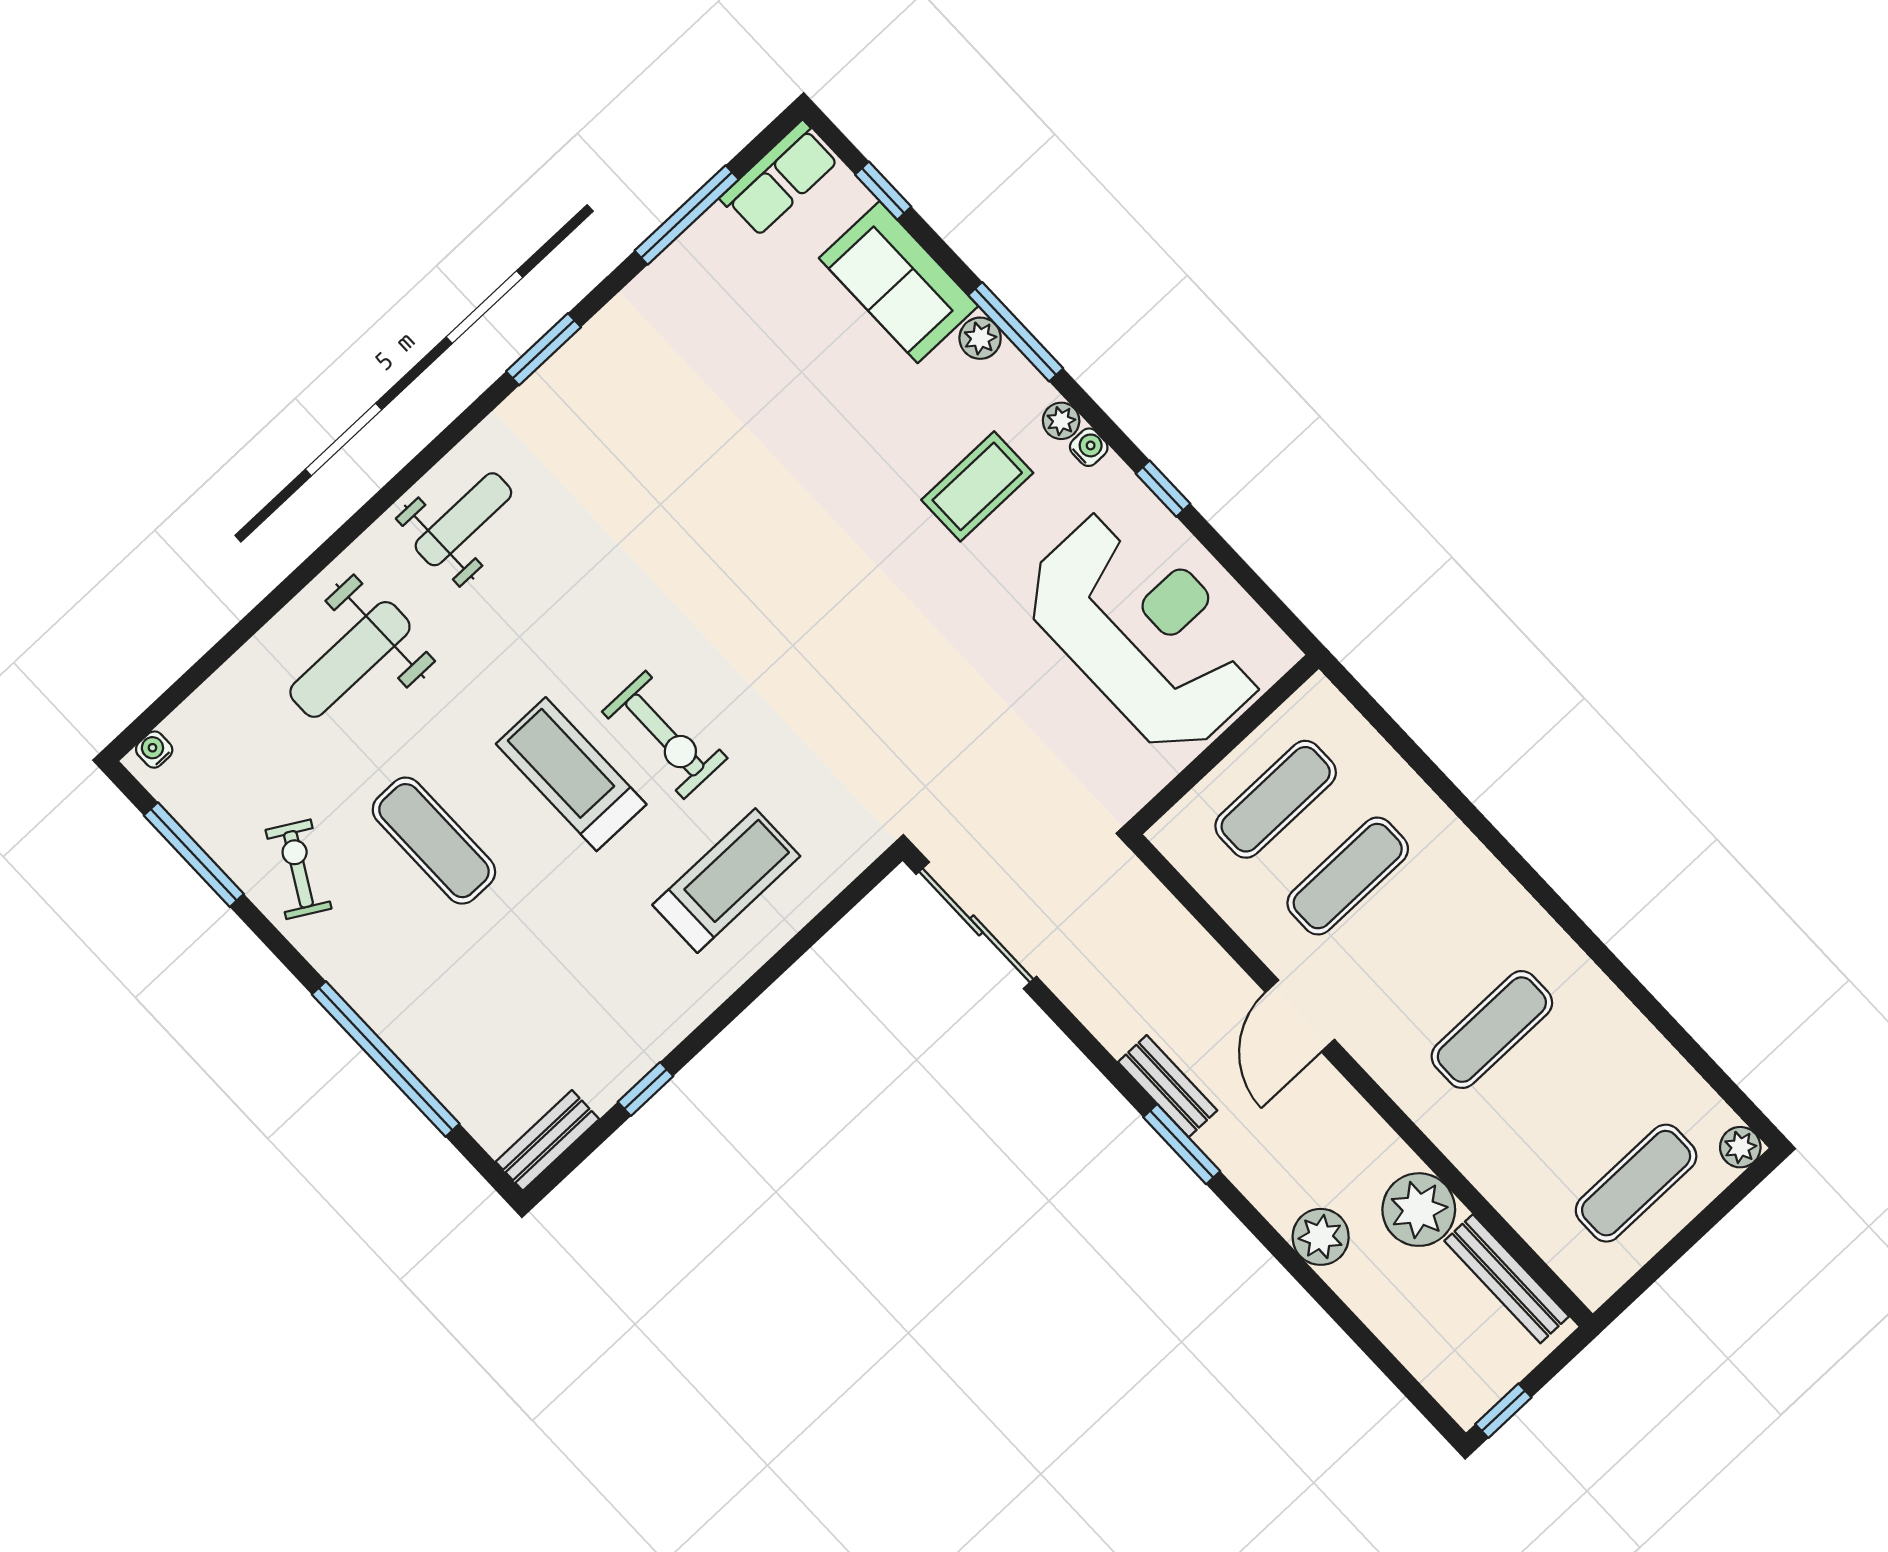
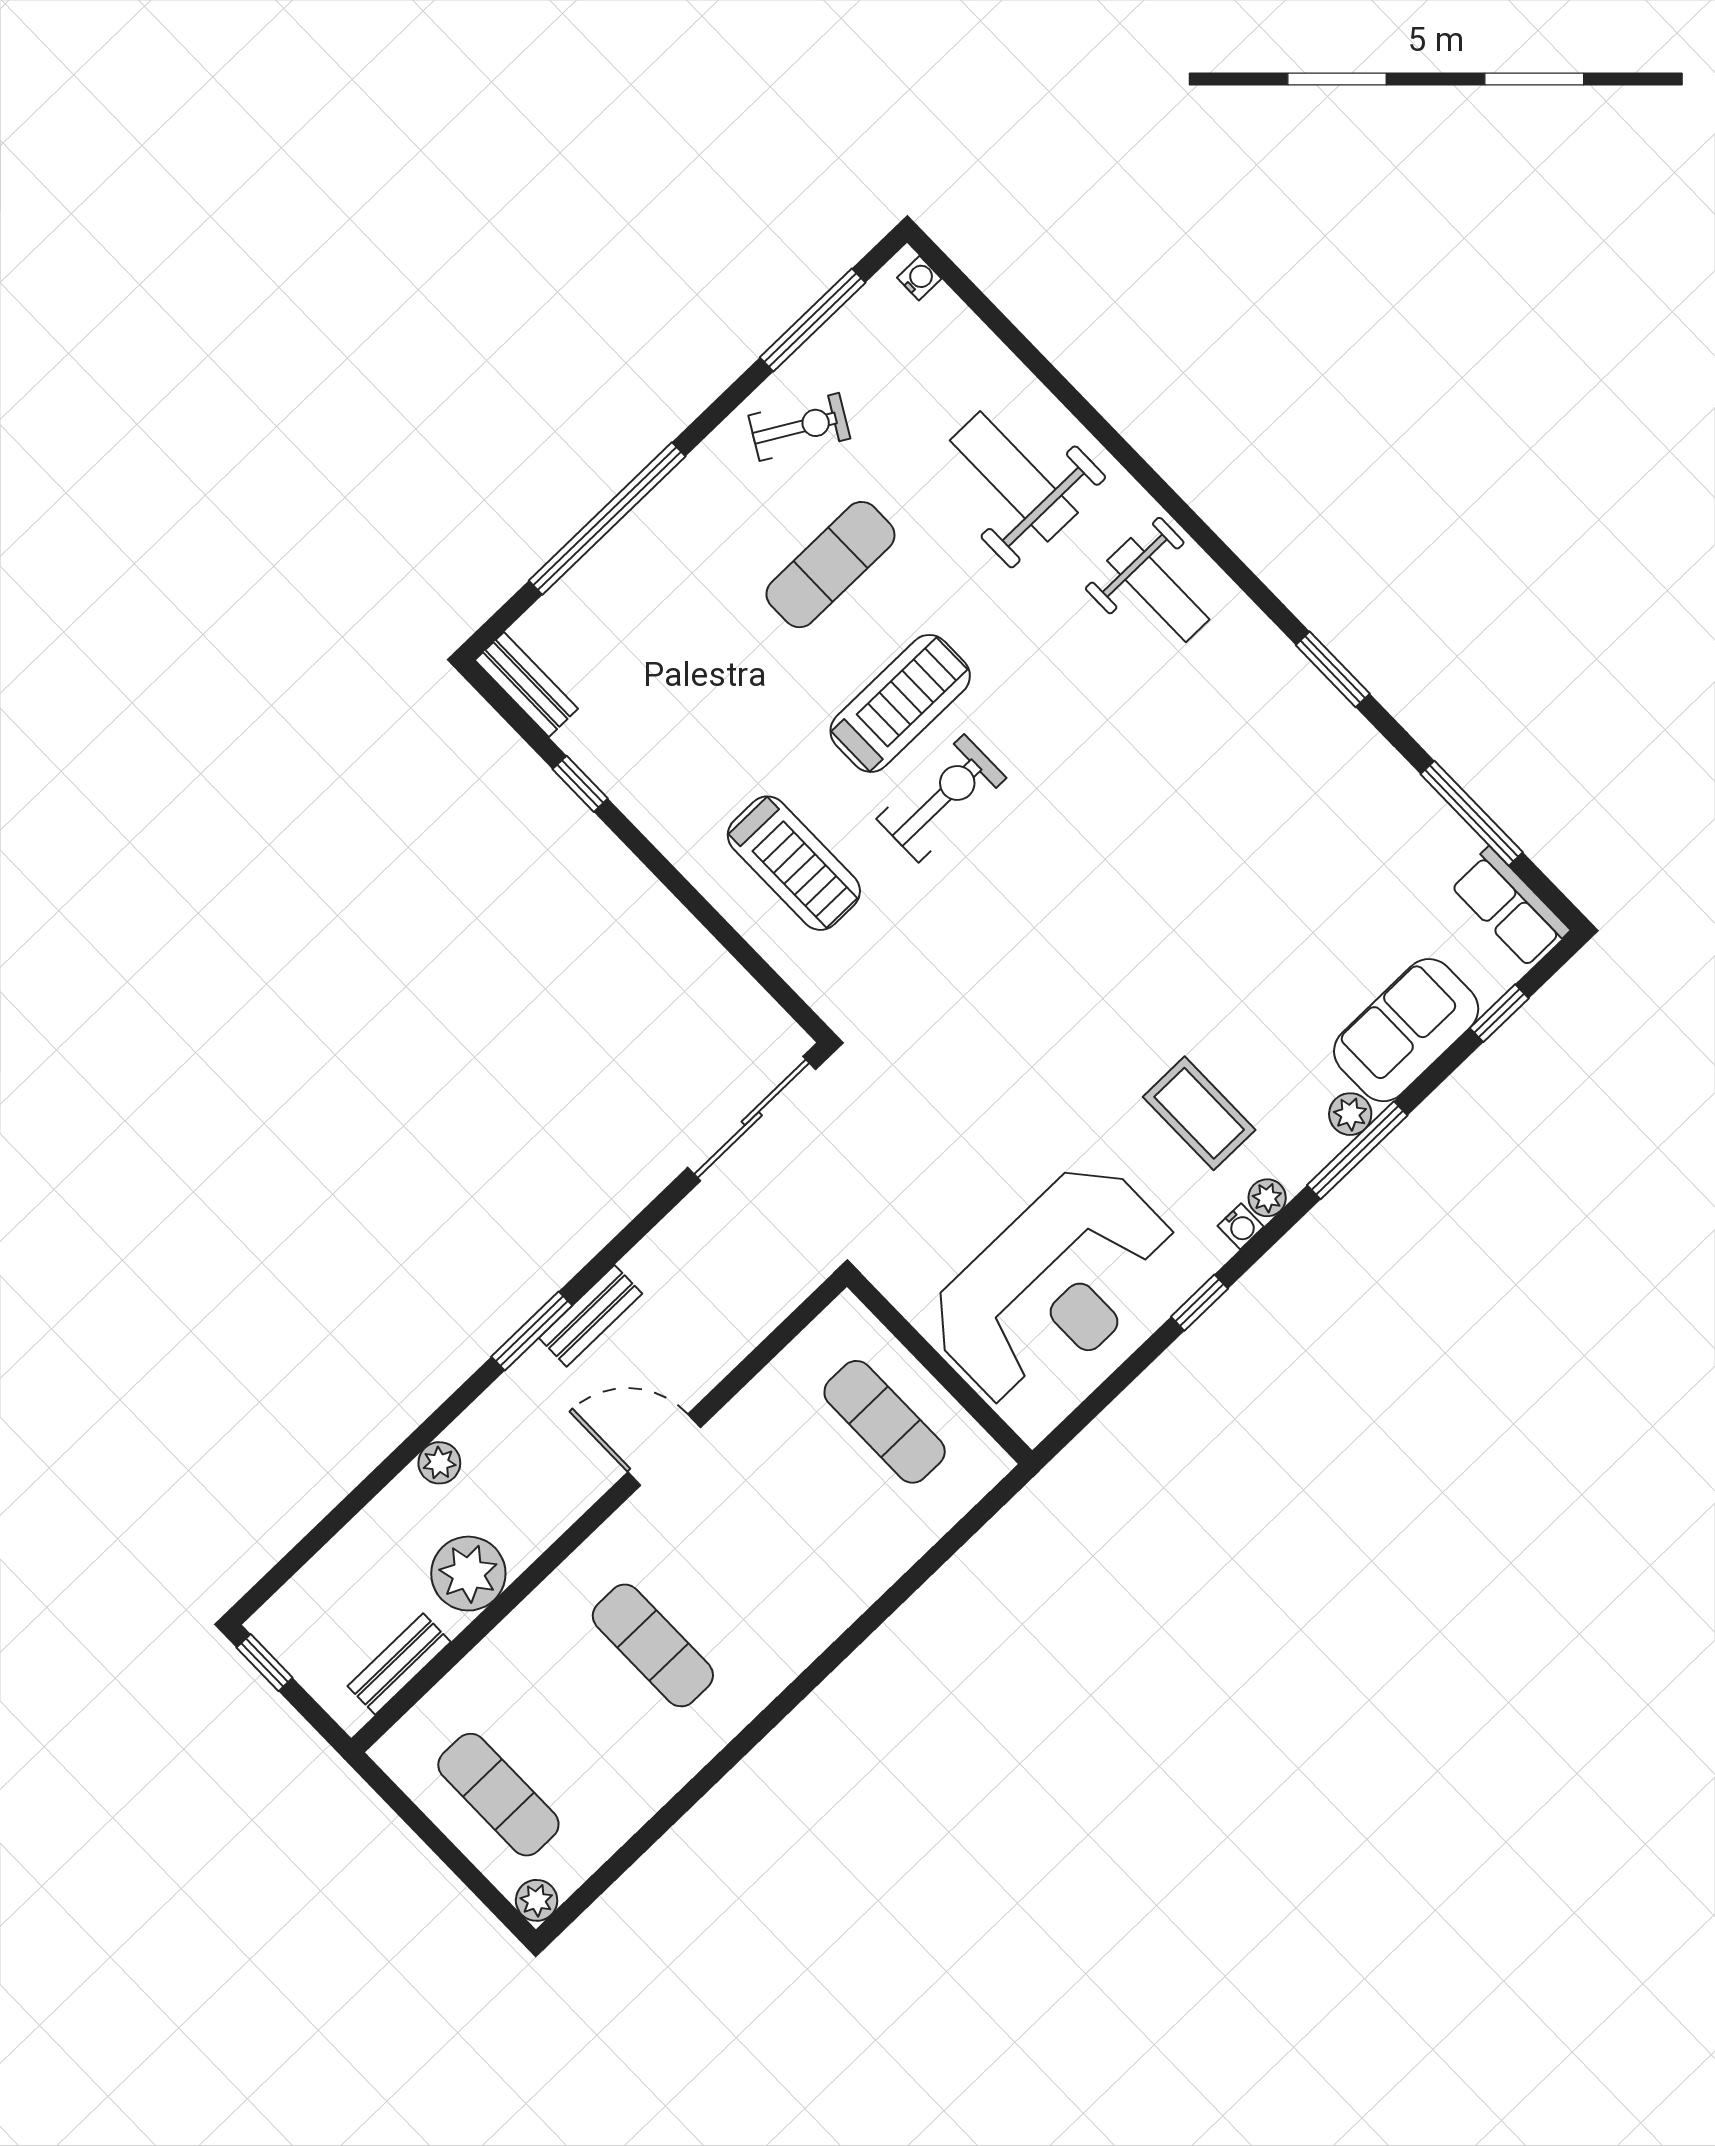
exercise bike: (665, 735) -> (941, 798), turned 180
exercise mat: (1348, 876) -> (807, 1496), removed
plant: (1321, 1237) -> (439, 1463), width x0.73, depth x0.73
bench: (1507, 1279) -> (399, 1664), width x0.73

